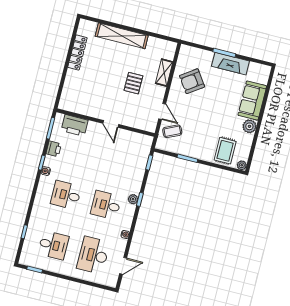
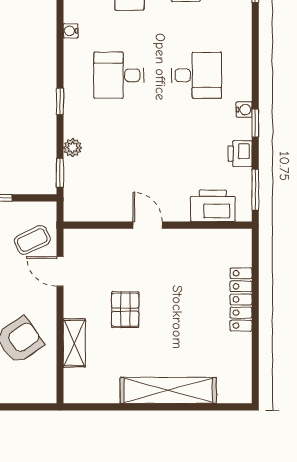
locker: (77, 53) -> (241, 299), moved
plant: (133, 199) -> (73, 148), moved
desk: (106, 205) -> (119, 75), turned 180

